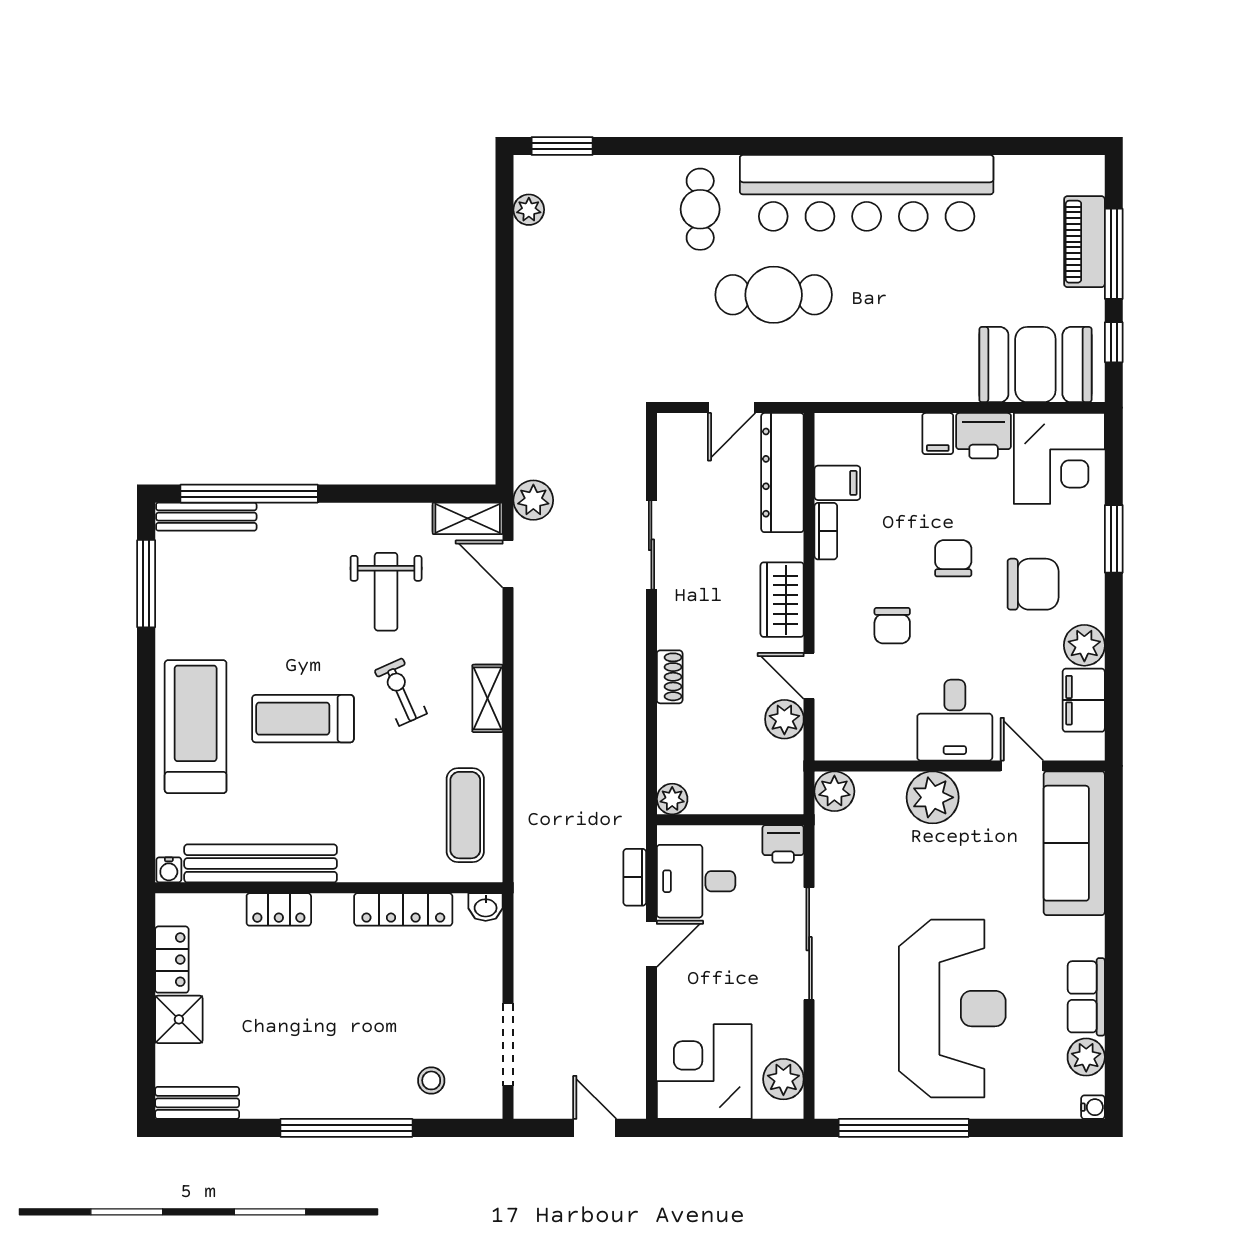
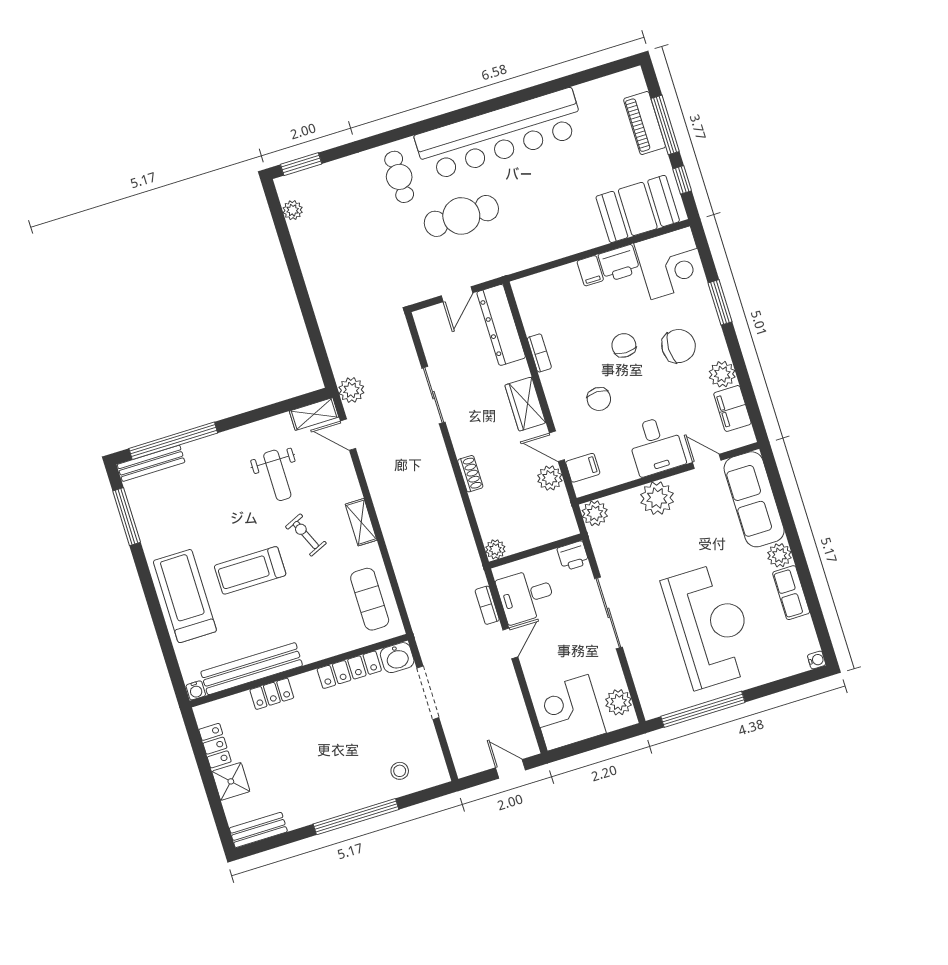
filing cabinet: (837, 483) -> (583, 468), moved
washbasin: (486, 907) -> (397, 658), width x1.38, depth x1.45
doorway: (508, 1045) -> (428, 693), moved
plant: (1086, 1057) -> (779, 555), moved

